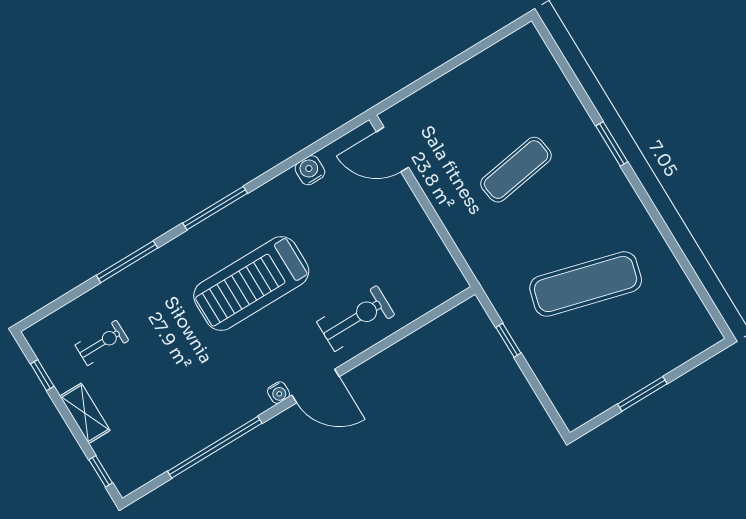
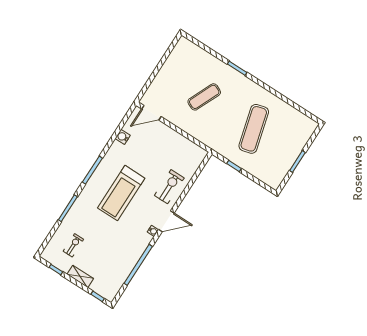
exercise mat: (516, 170) -> (204, 97), turned 33
exercise mat: (586, 284) -> (254, 129), turned -30

